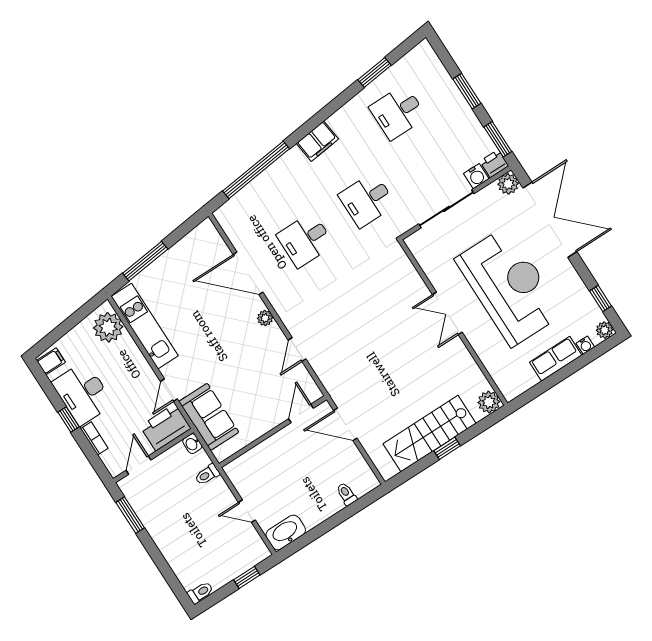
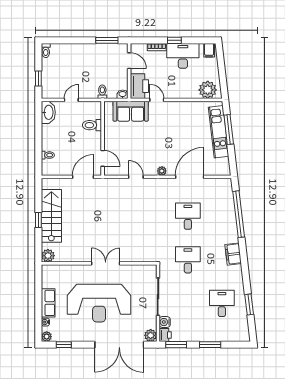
kitchen unit: (145, 326) -> (219, 132), moved, turned 83
toilet: (264, 459) -> (92, 125), added

